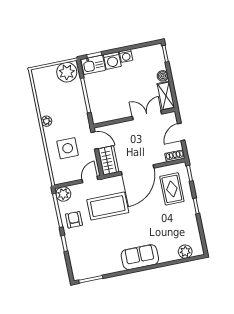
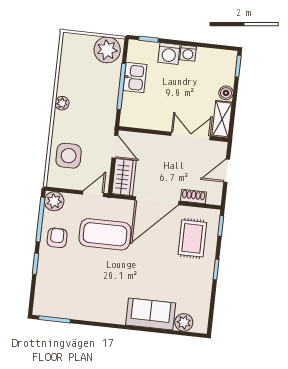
kitchen sink: (93, 65) -> (135, 78), moved, turned -90
side table: (68, 148) -> (69, 156), moved
shoe rack: (175, 156) -> (193, 197), moved
sofa: (140, 257) -> (151, 314), moved

